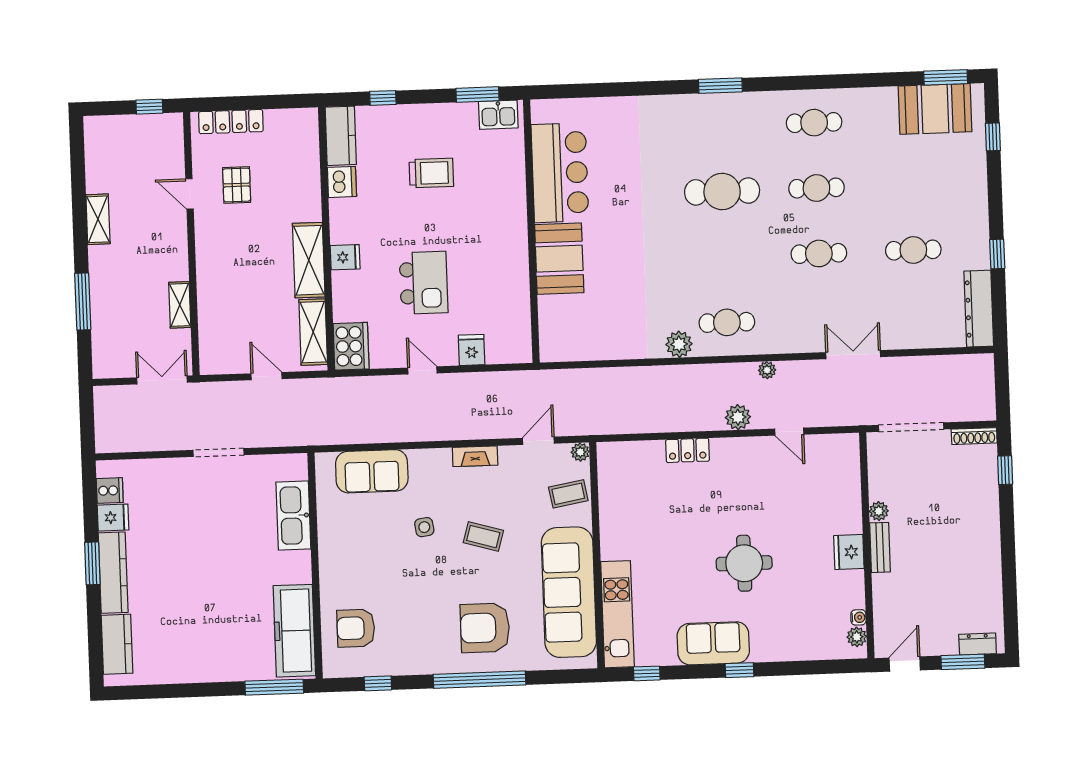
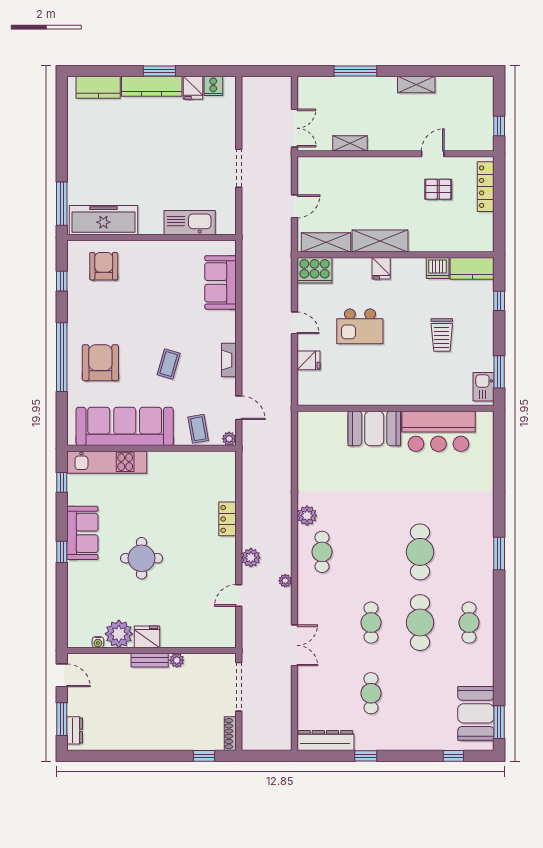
cafe table: (816, 188) -> (420, 623), width x1.37, depth x1.35
door: (422, 370) -> (294, 323), hinge flipped
side table: (424, 527) -> (177, 320), removed
plant: (857, 637) -> (119, 634), moved, width x1.87, depth x1.87

